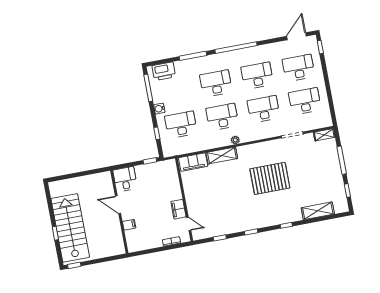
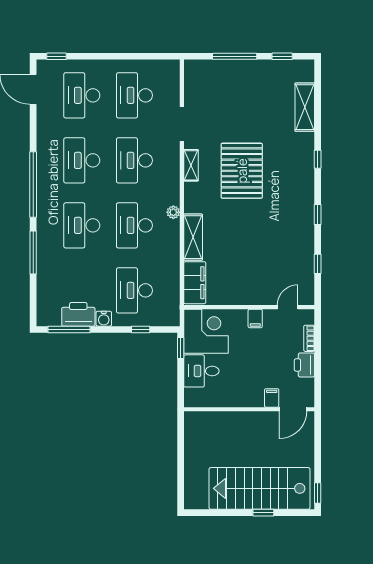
printer: (164, 71) -> (78, 314), moved, turned -90
shelving: (324, 135) -> (191, 165), moved
corner desk: (164, 175) -> (206, 331), added
desk: (125, 179) -> (201, 371), moved
door: (118, 205) -> (293, 409), moved
filing cabinet: (178, 209) -> (255, 318), width x0.50
printer: (154, 242) -> (304, 365), added

